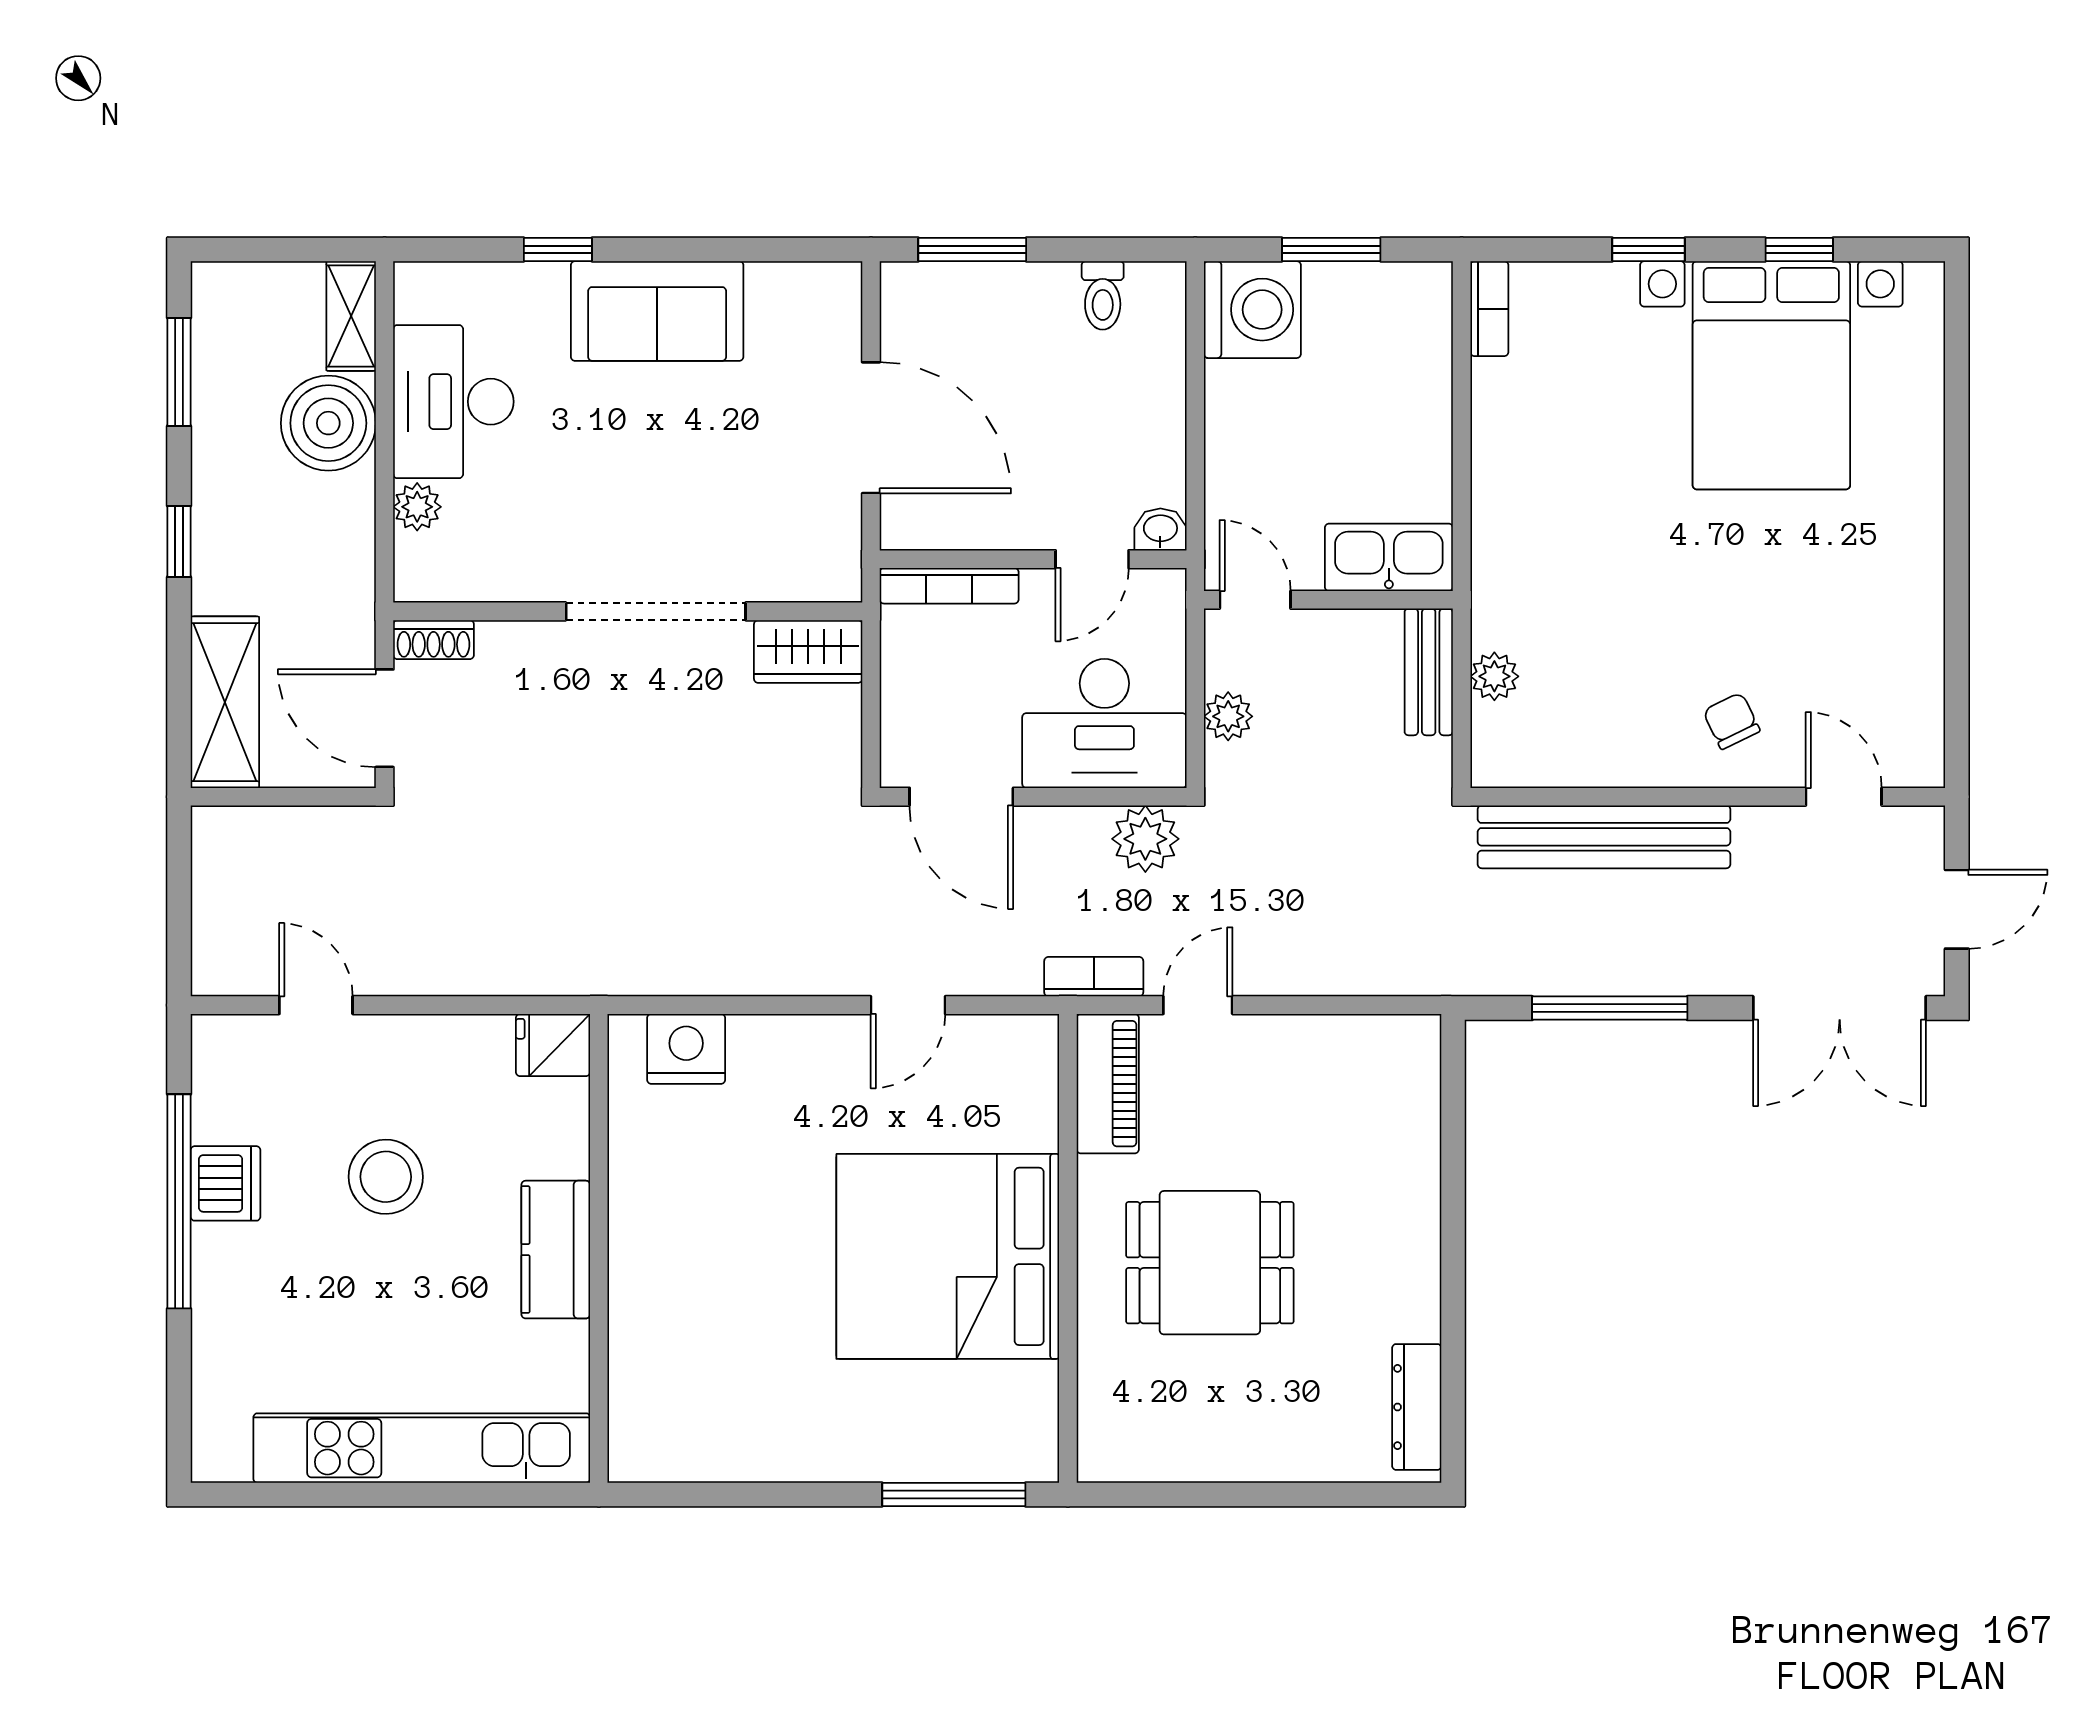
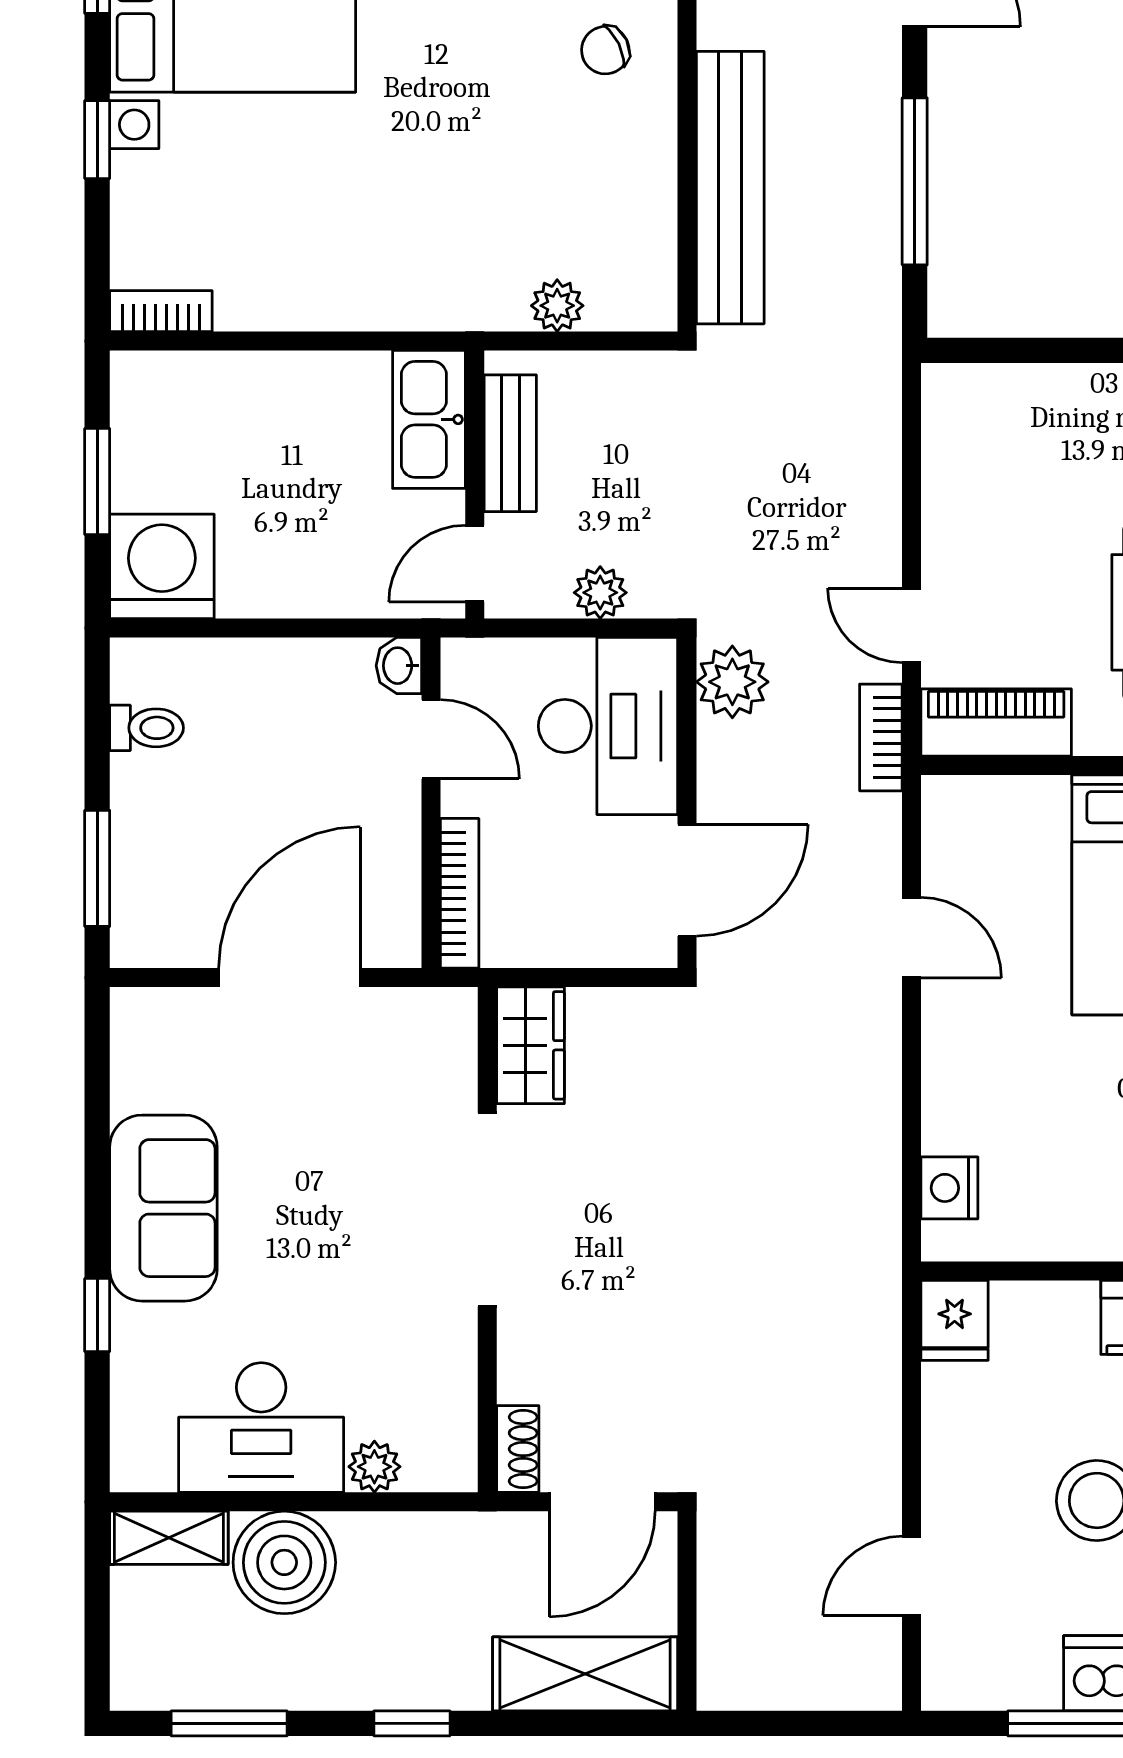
bench: (1429, 672) -> (510, 443), moved, turned 90
nightstand: (686, 1049) -> (949, 1188), width x0.74, depth x0.75

